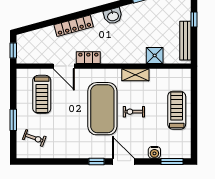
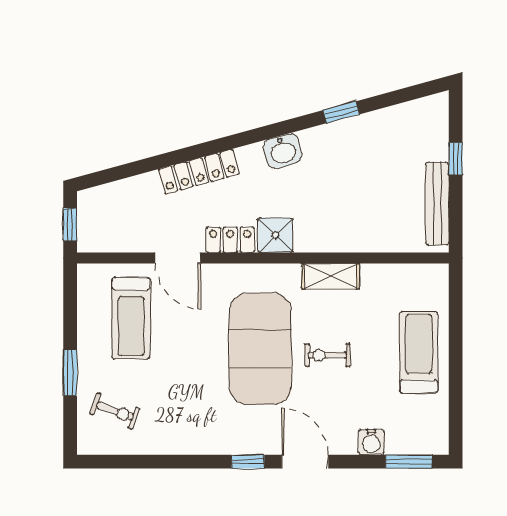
shower: (155, 55) -> (275, 235), moved

